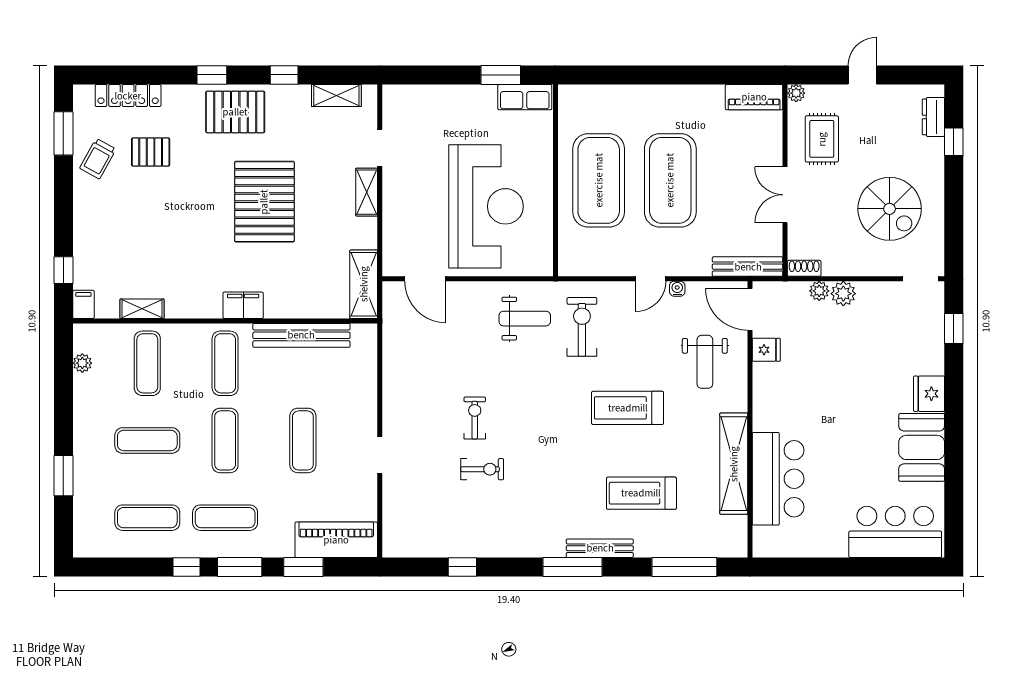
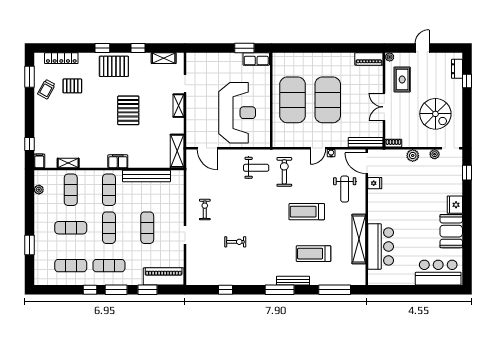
pallet: (264, 202) -> (128, 110), width x0.73, depth x0.71
plant: (819, 291) -> (435, 154), moved
exercise bike: (475, 418) -> (205, 210), moved

